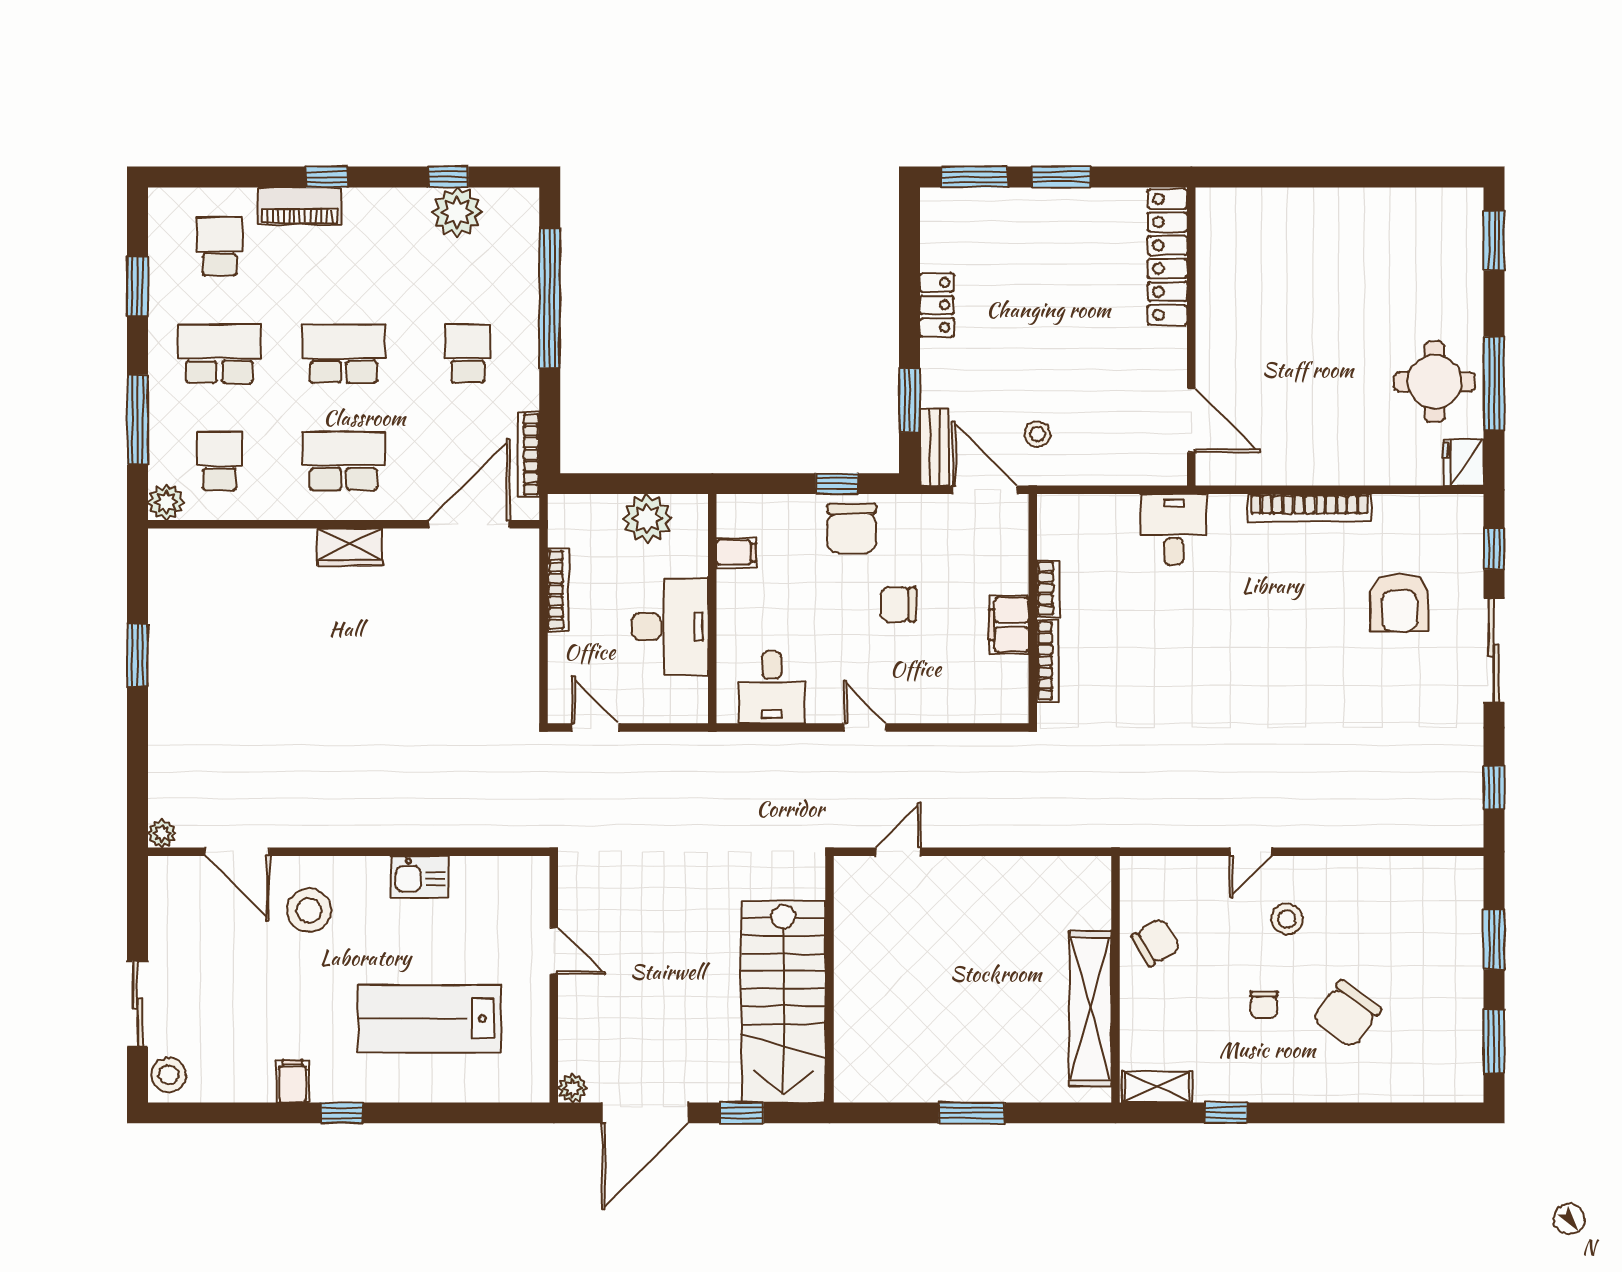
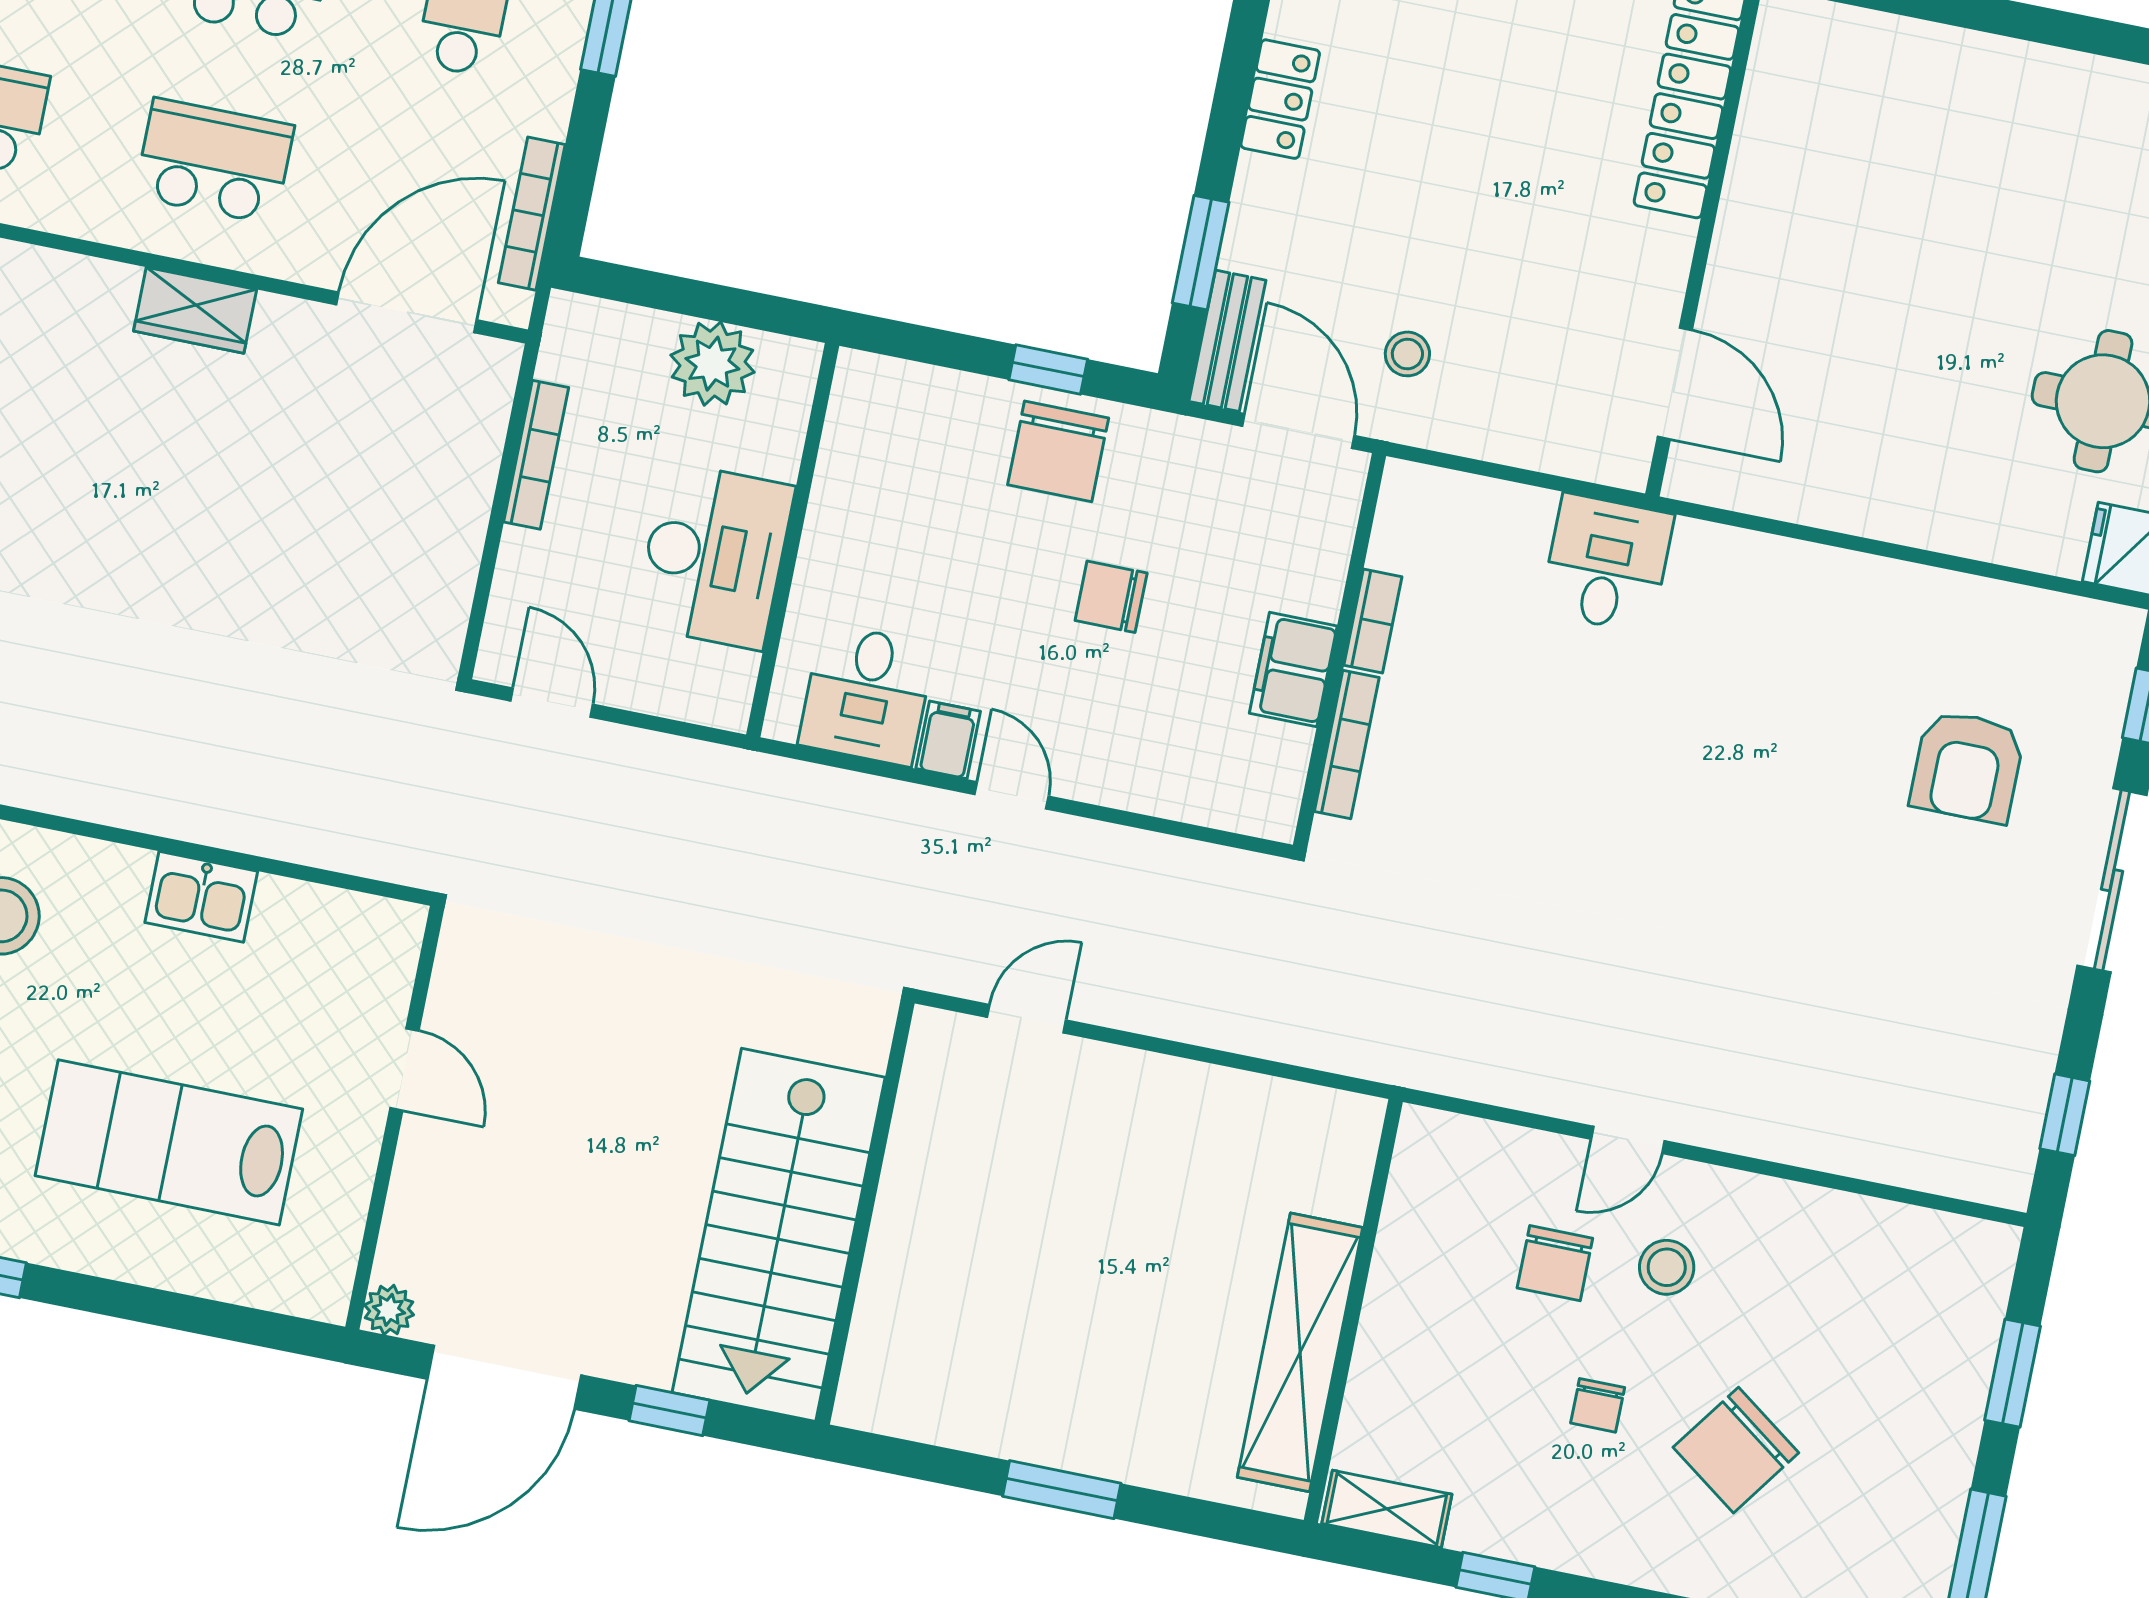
bookcase: (1310, 508) -> (1846, 574), removed
filing cabinet: (736, 552) -> (948, 740), moved, turned -90
chair: (1156, 942) -> (1555, 1263), moved, turned 121

